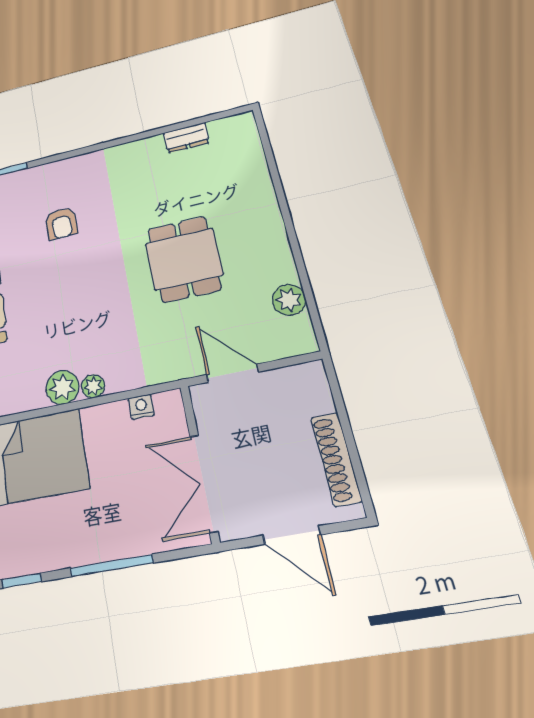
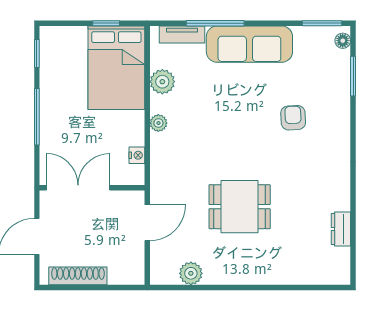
armchair: (61, 223) -> (293, 118), turned 89
plant: (63, 387) -> (162, 82), moved

